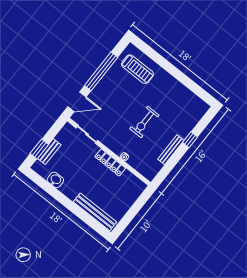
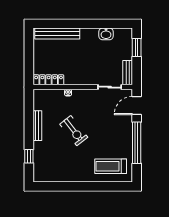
exercise bike: (144, 122) -> (74, 131), turned 142
window: (190, 140) -> (29, 156), moved
bench: (49, 152) -> (128, 73), moved
locker: (110, 162) -> (49, 80), moved

